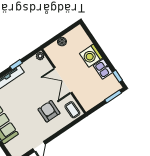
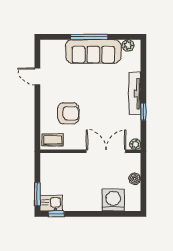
washing machine: (91, 56) -> (113, 200), moved
kitchen sink: (103, 69) -> (51, 203), moved
double door: (63, 80) -> (106, 151), moved

